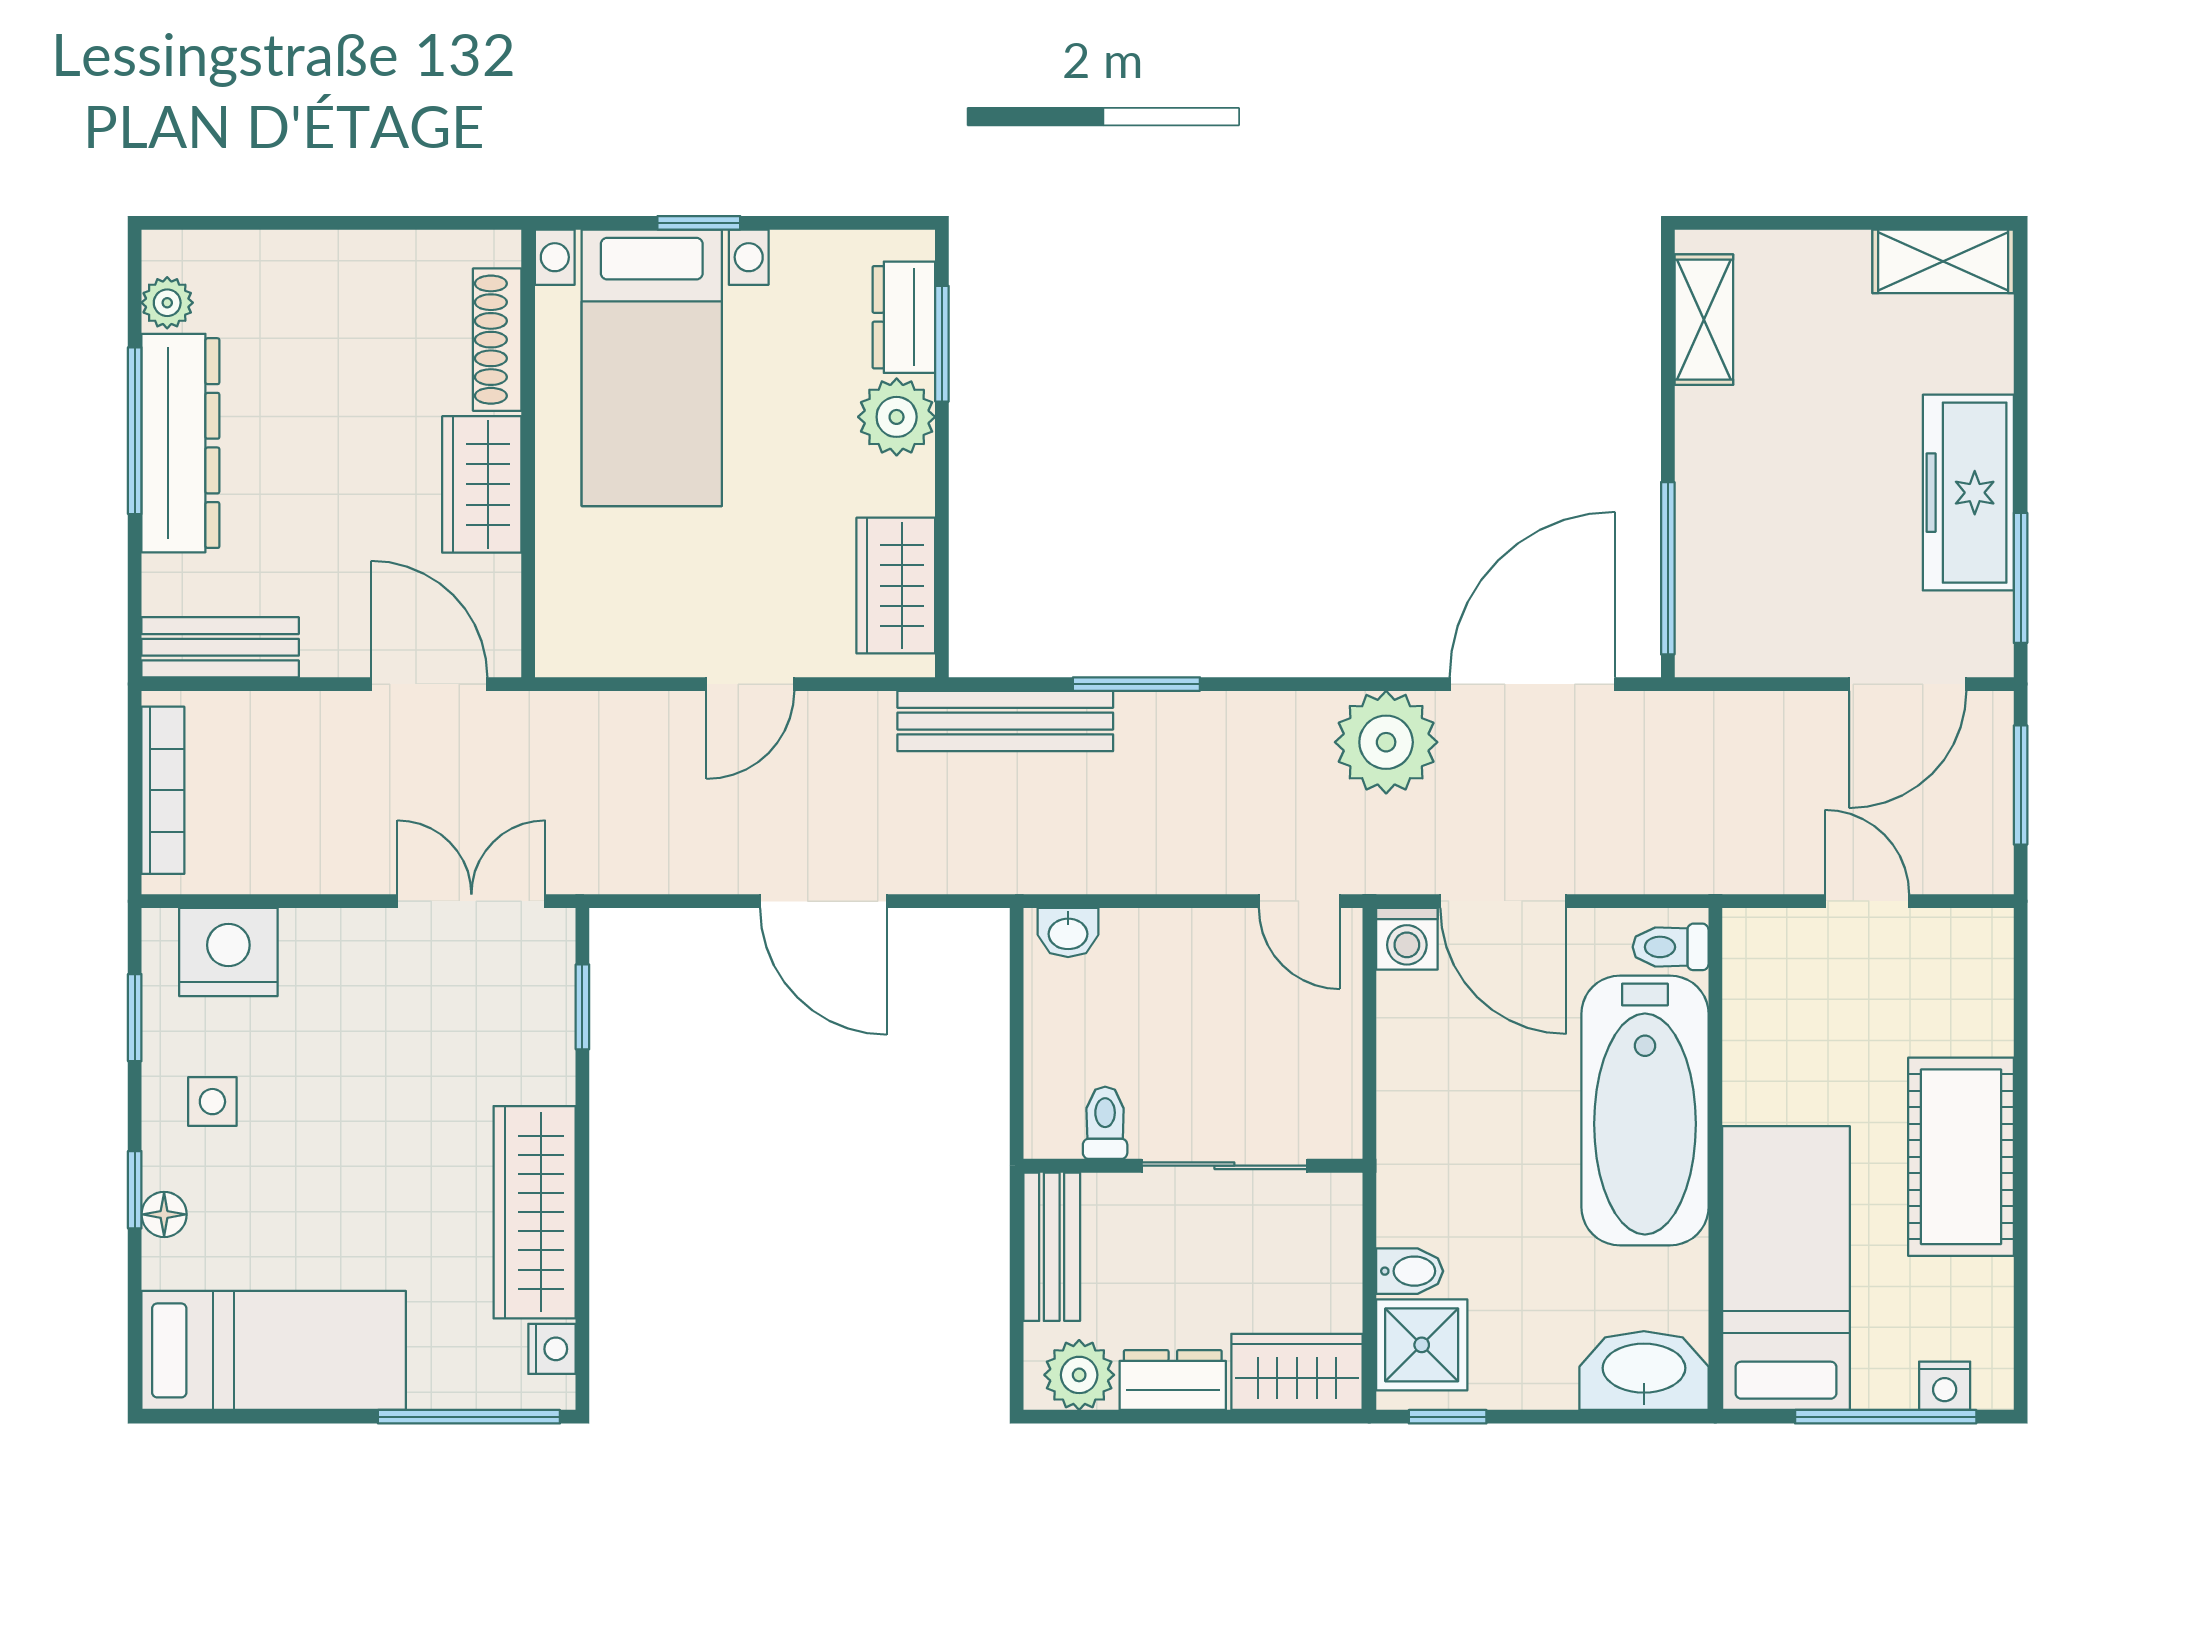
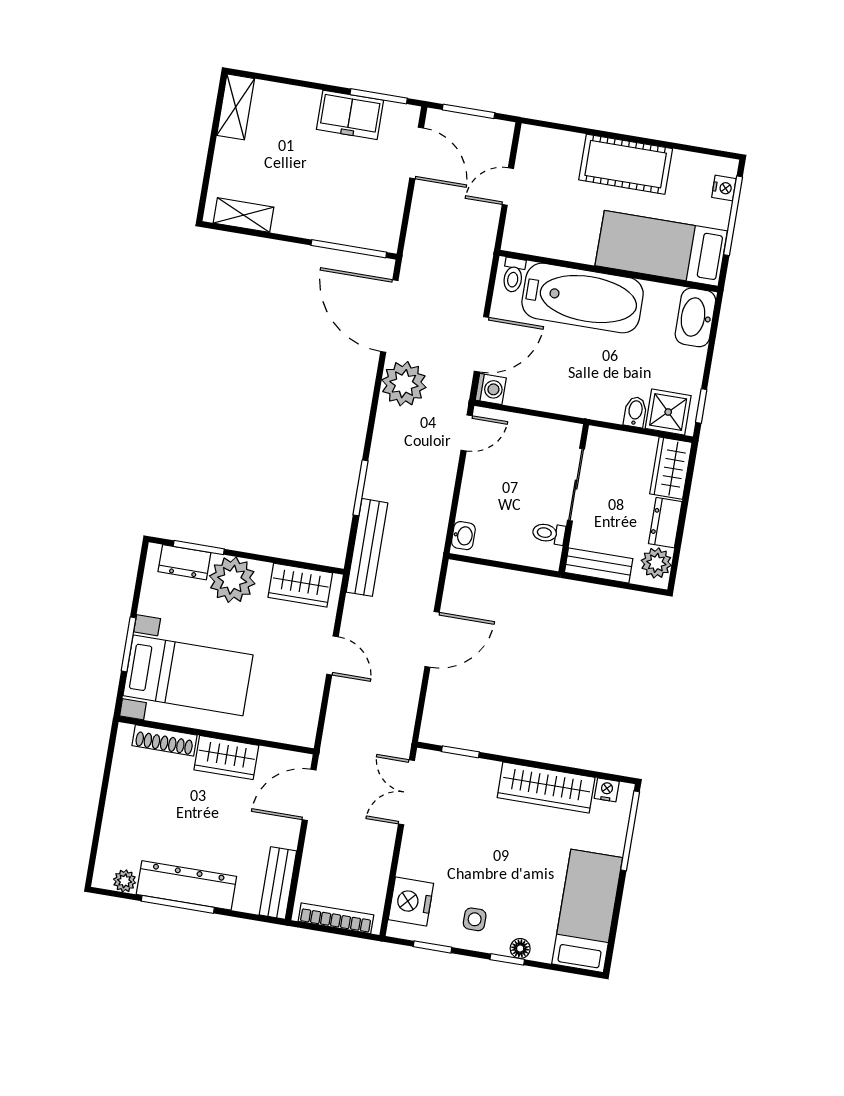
window: (699, 223) -> (128, 644), width x1.50
plant: (897, 417) -> (232, 580), width x1.36, depth x1.36
freezer: (1968, 493) -> (350, 115), width x0.71

